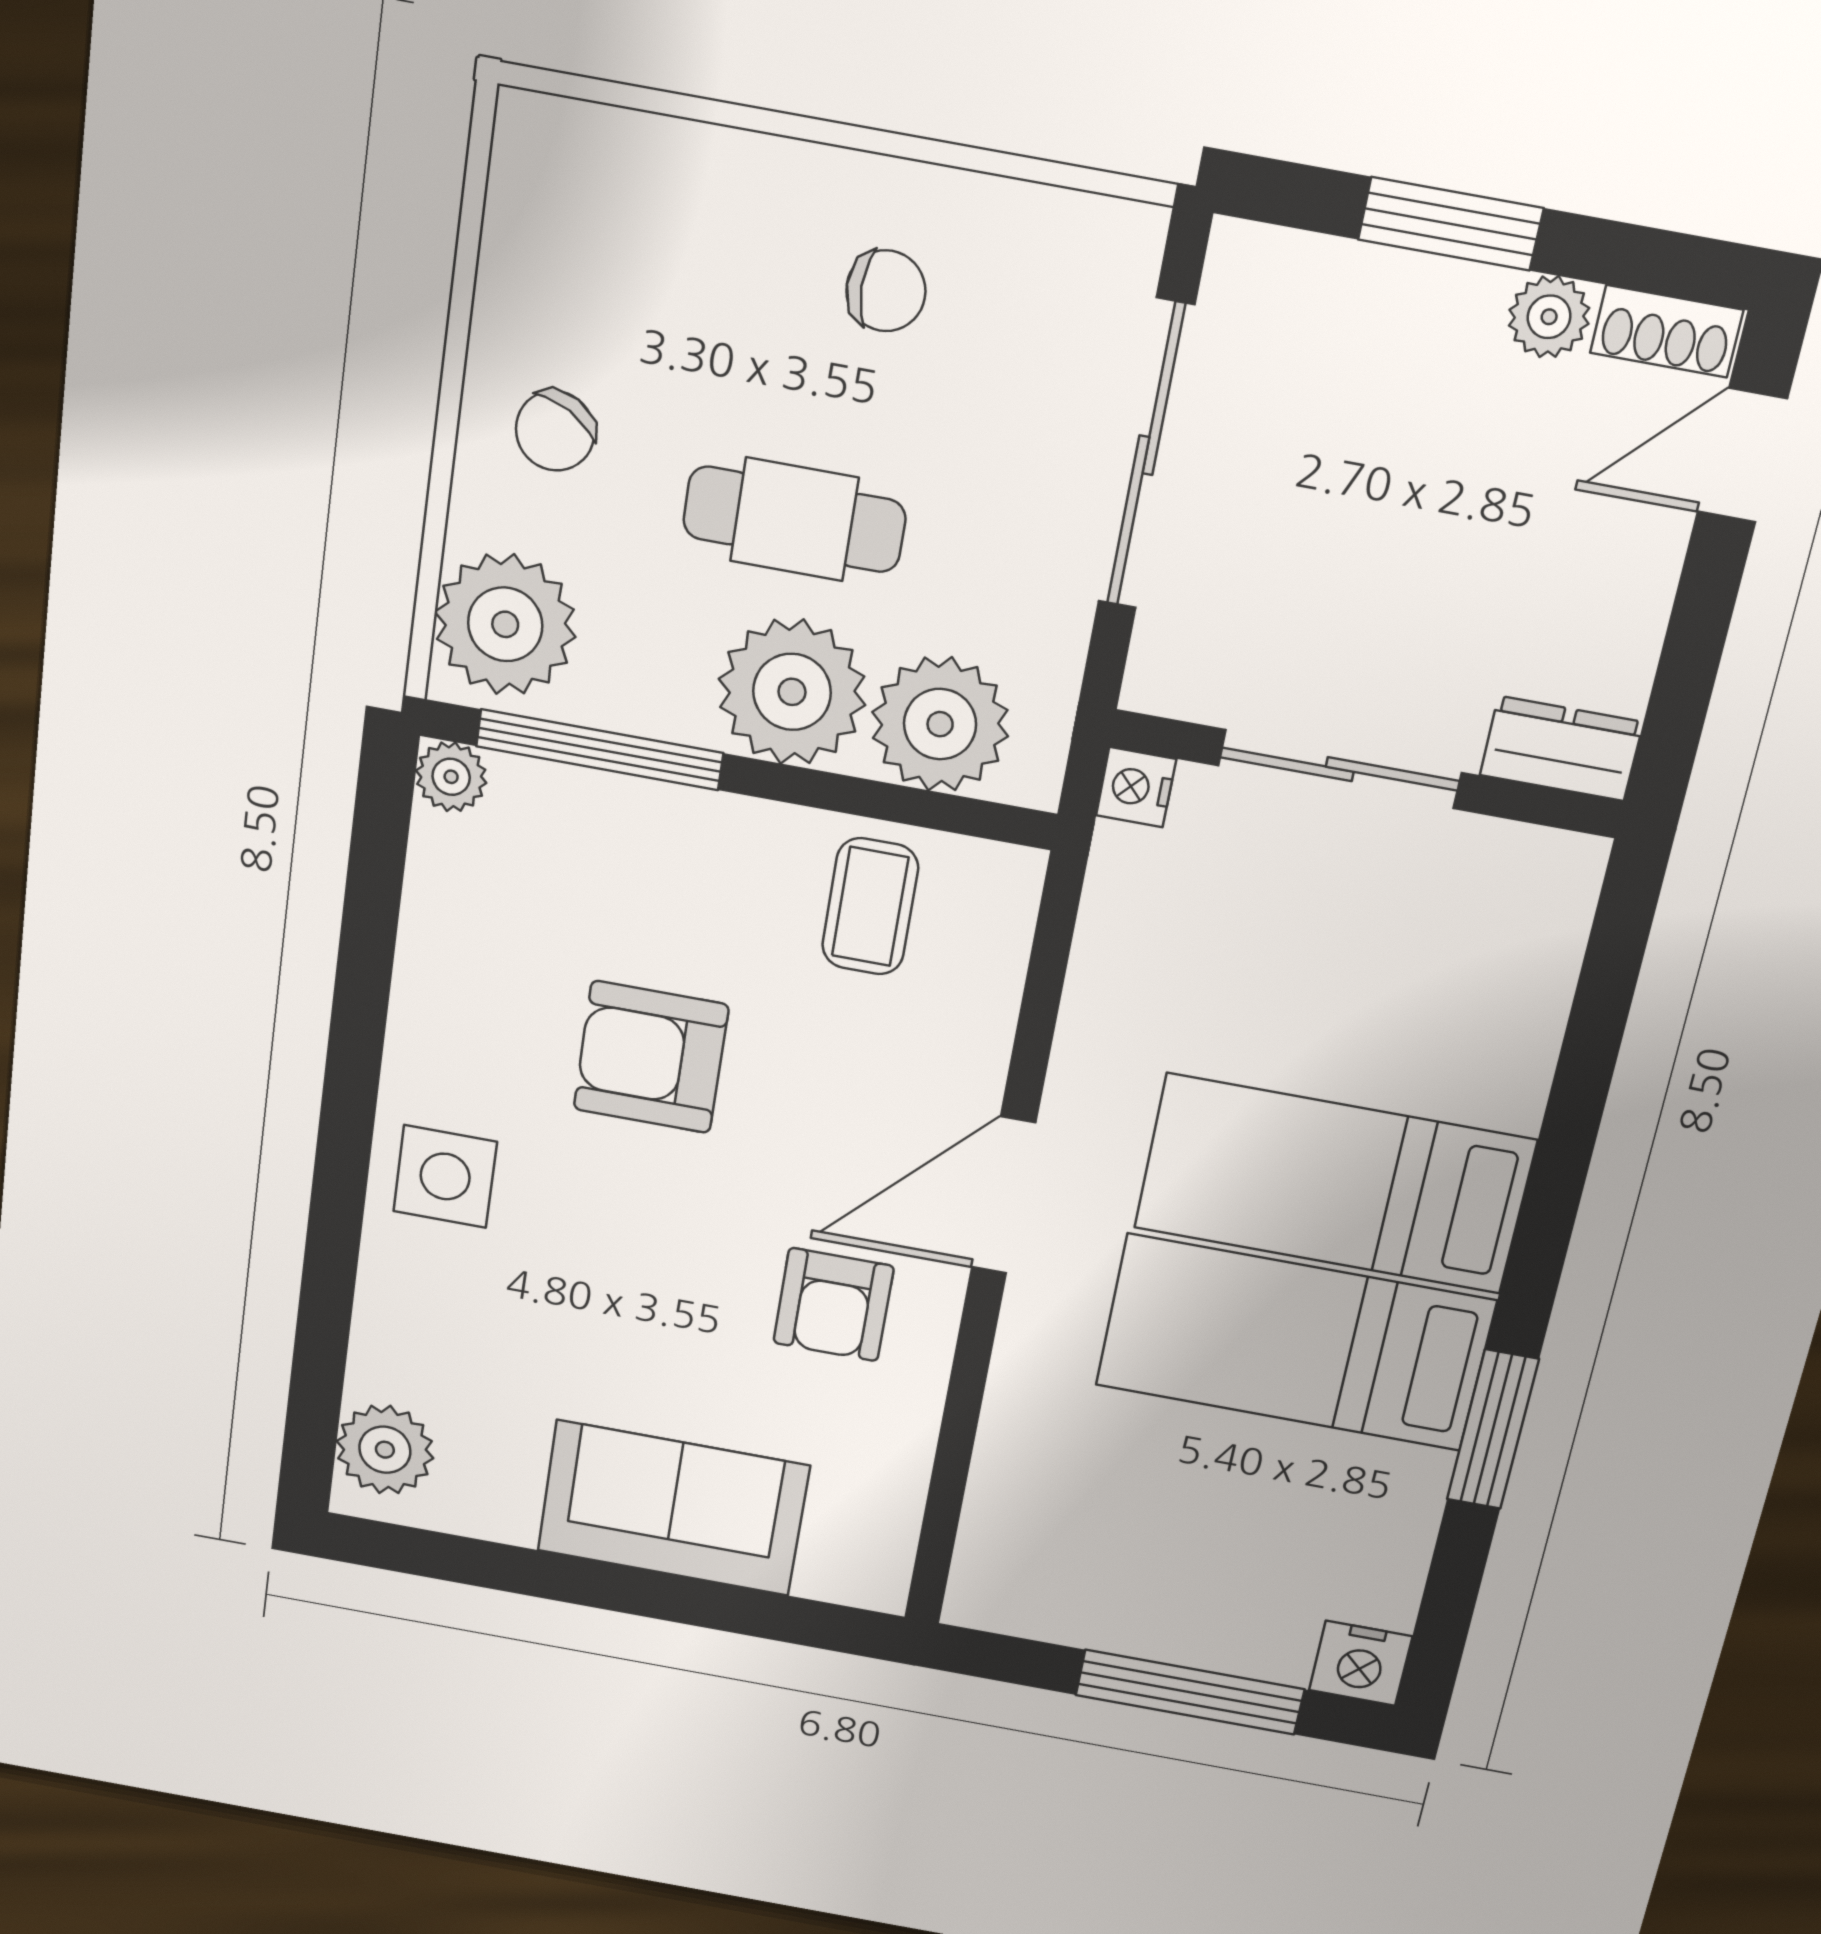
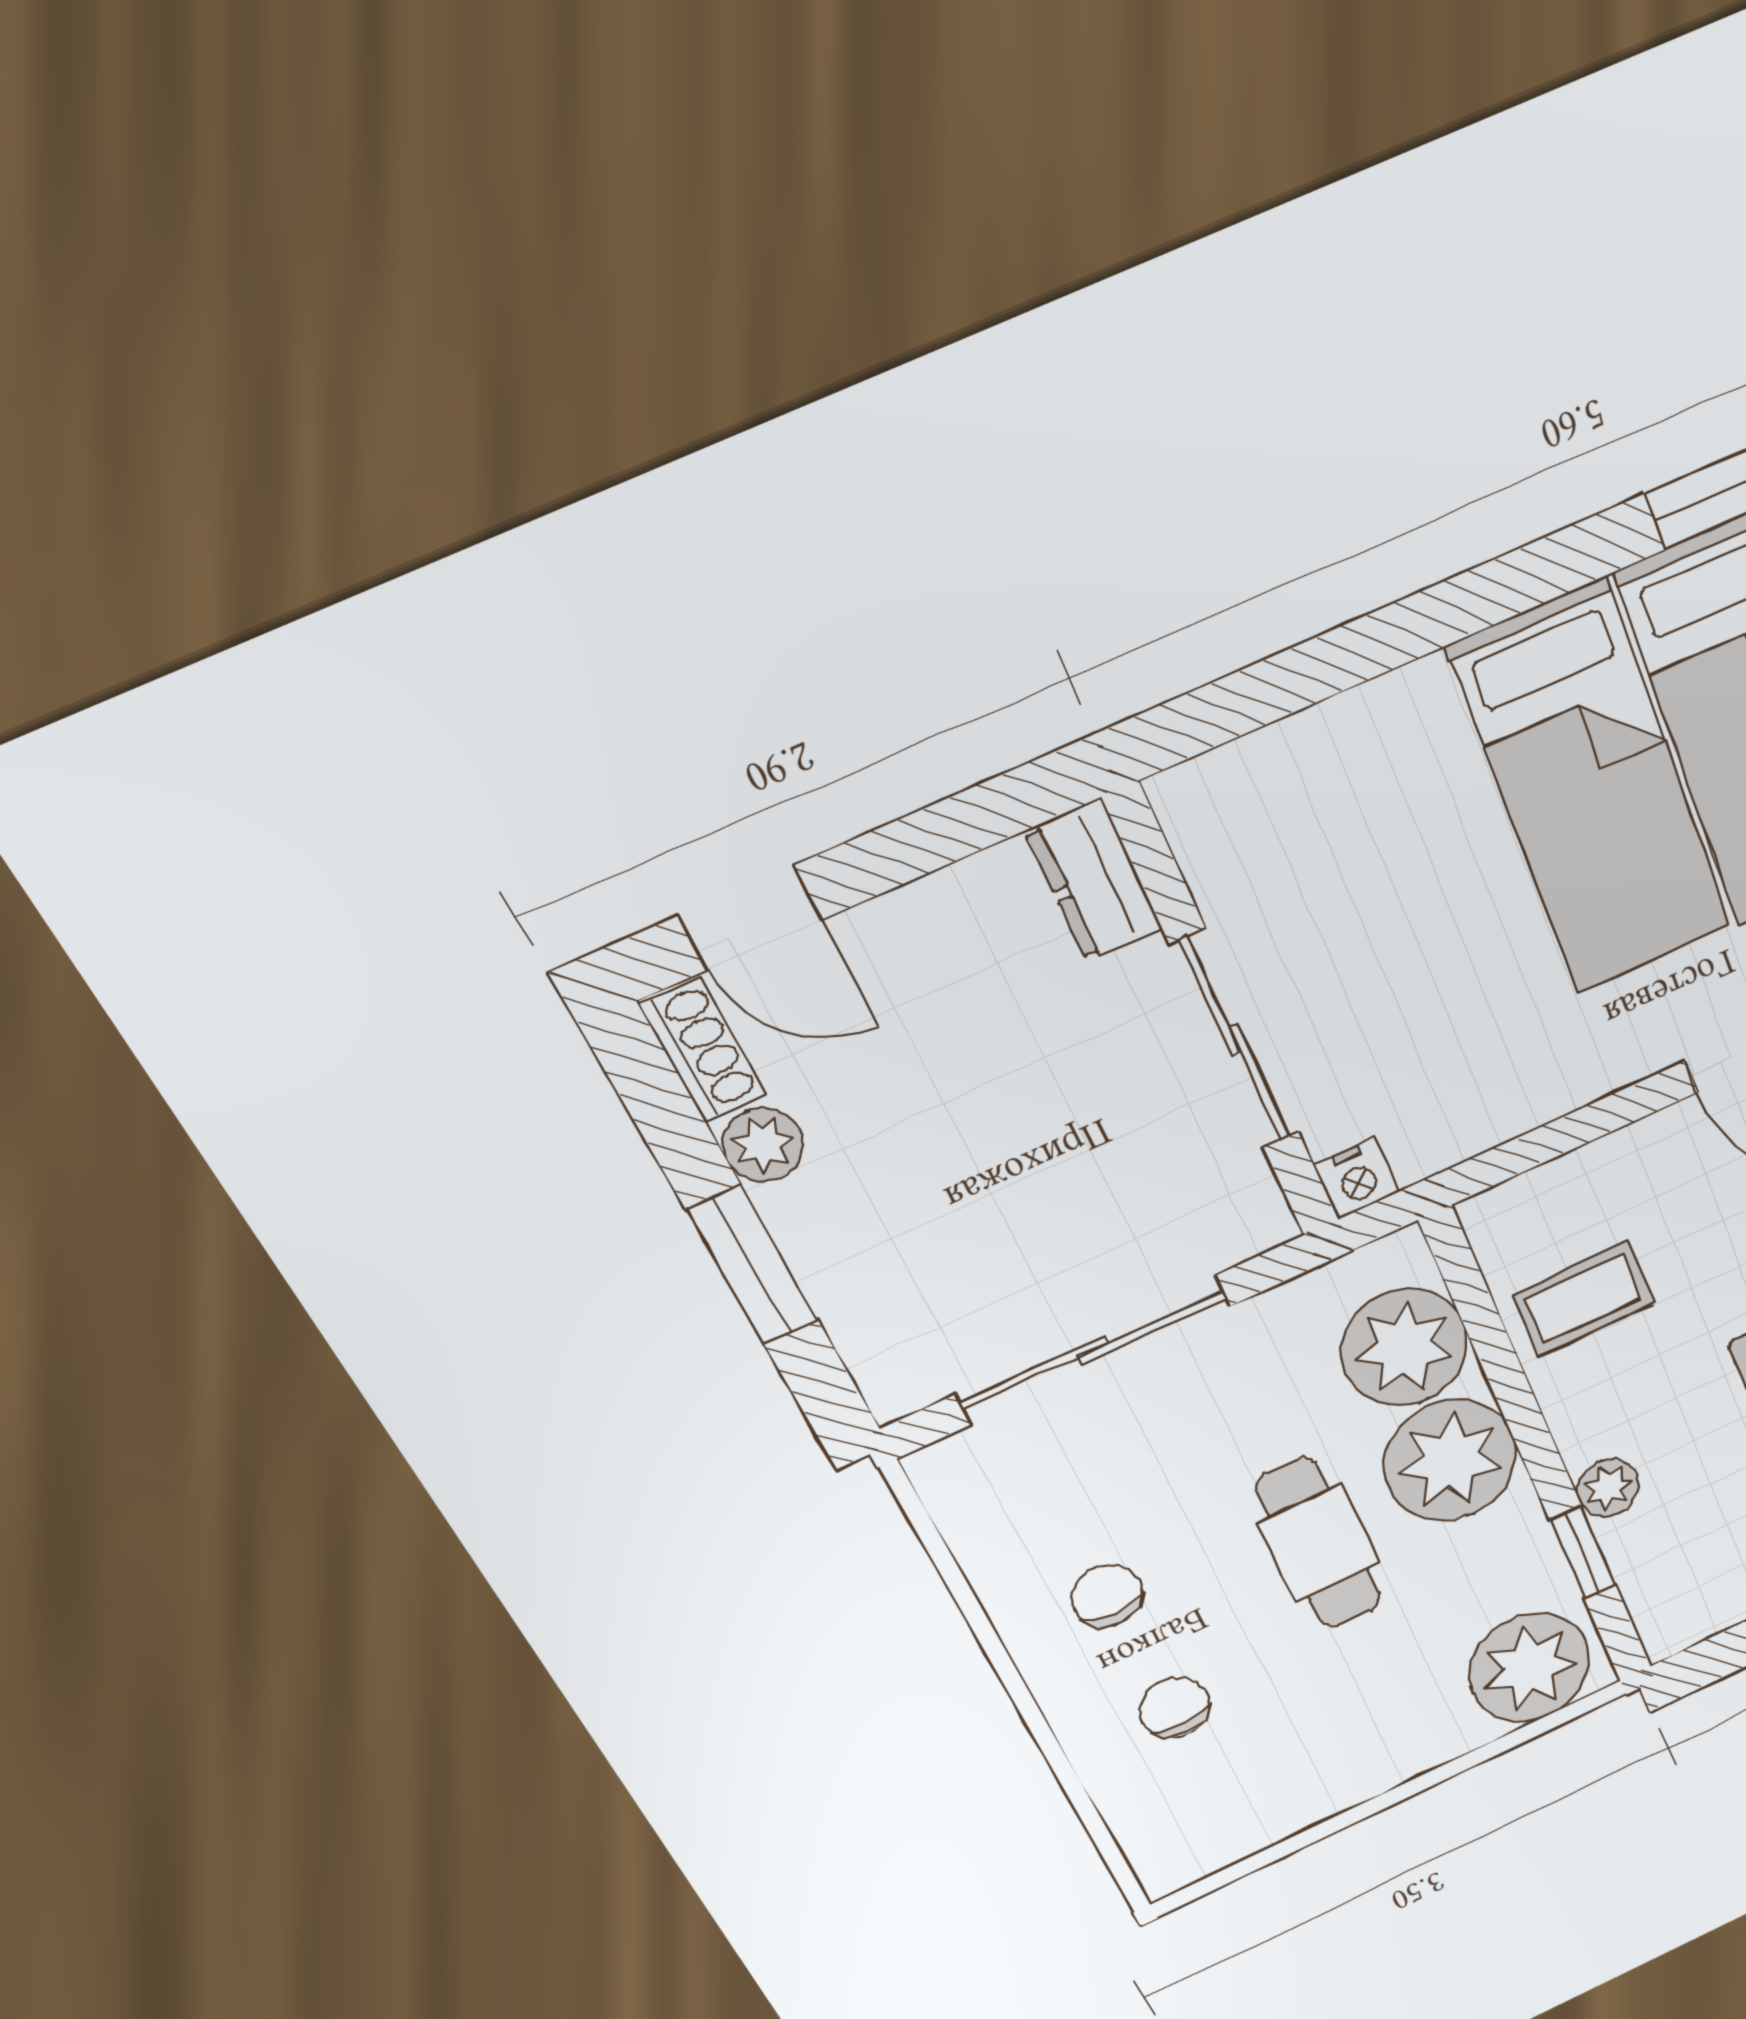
chair: (555, 431) -> (1175, 1707), moved, turned -119
window: (600, 750) -> (1583, 1553), width x0.46
plant: (451, 777) -> (1608, 1488), moved

